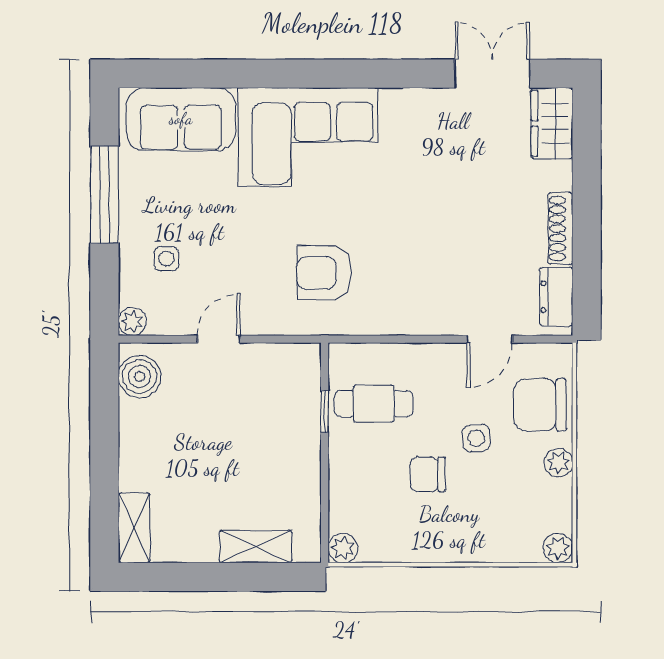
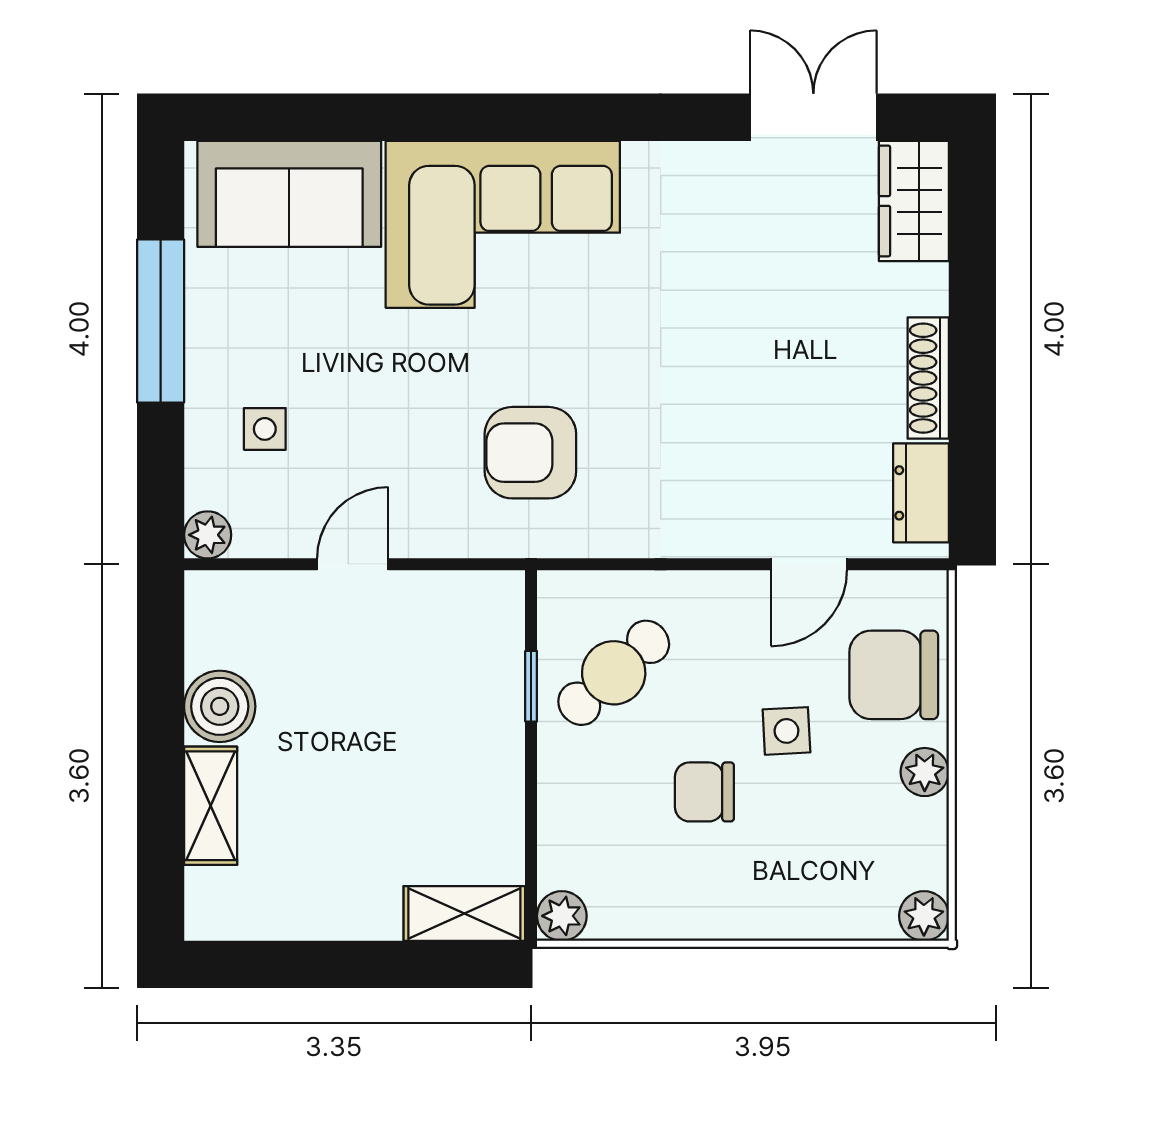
boiler: (140, 376) -> (220, 706), moved
cafe table: (374, 404) -> (614, 673), turned -42
shelving: (134, 528) -> (211, 806), moved
shelving: (256, 547) -> (464, 913), moved

